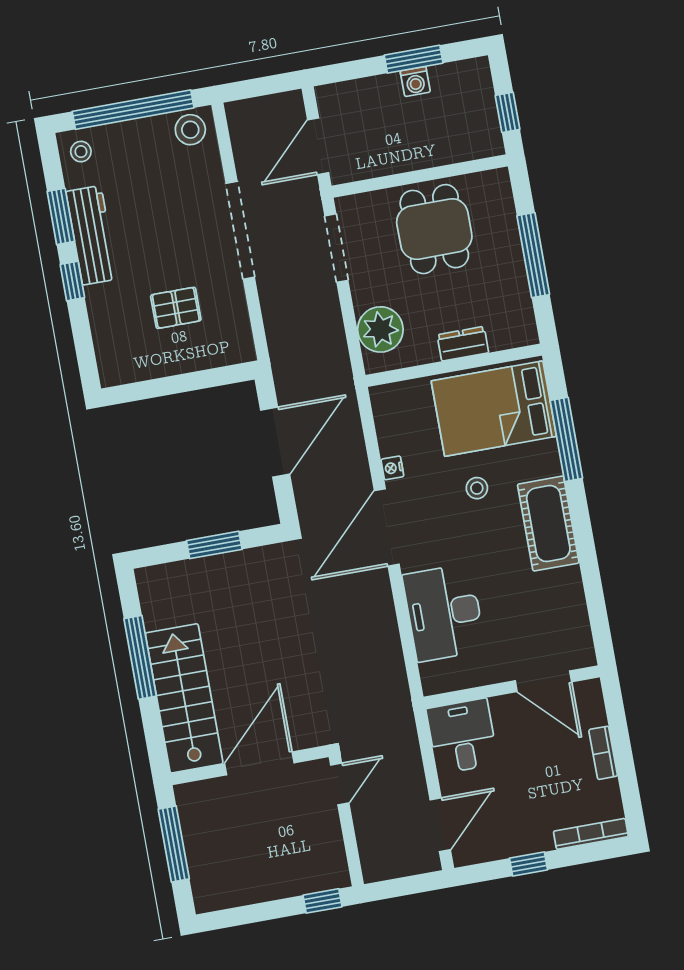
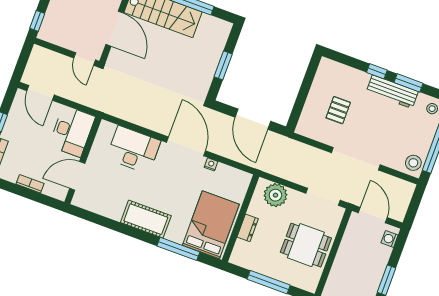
washing machine: (415, 81) -> (390, 239), moved
stool: (477, 488) -> (180, 197), removed
desk: (462, 736) -> (72, 131), width x1.37

